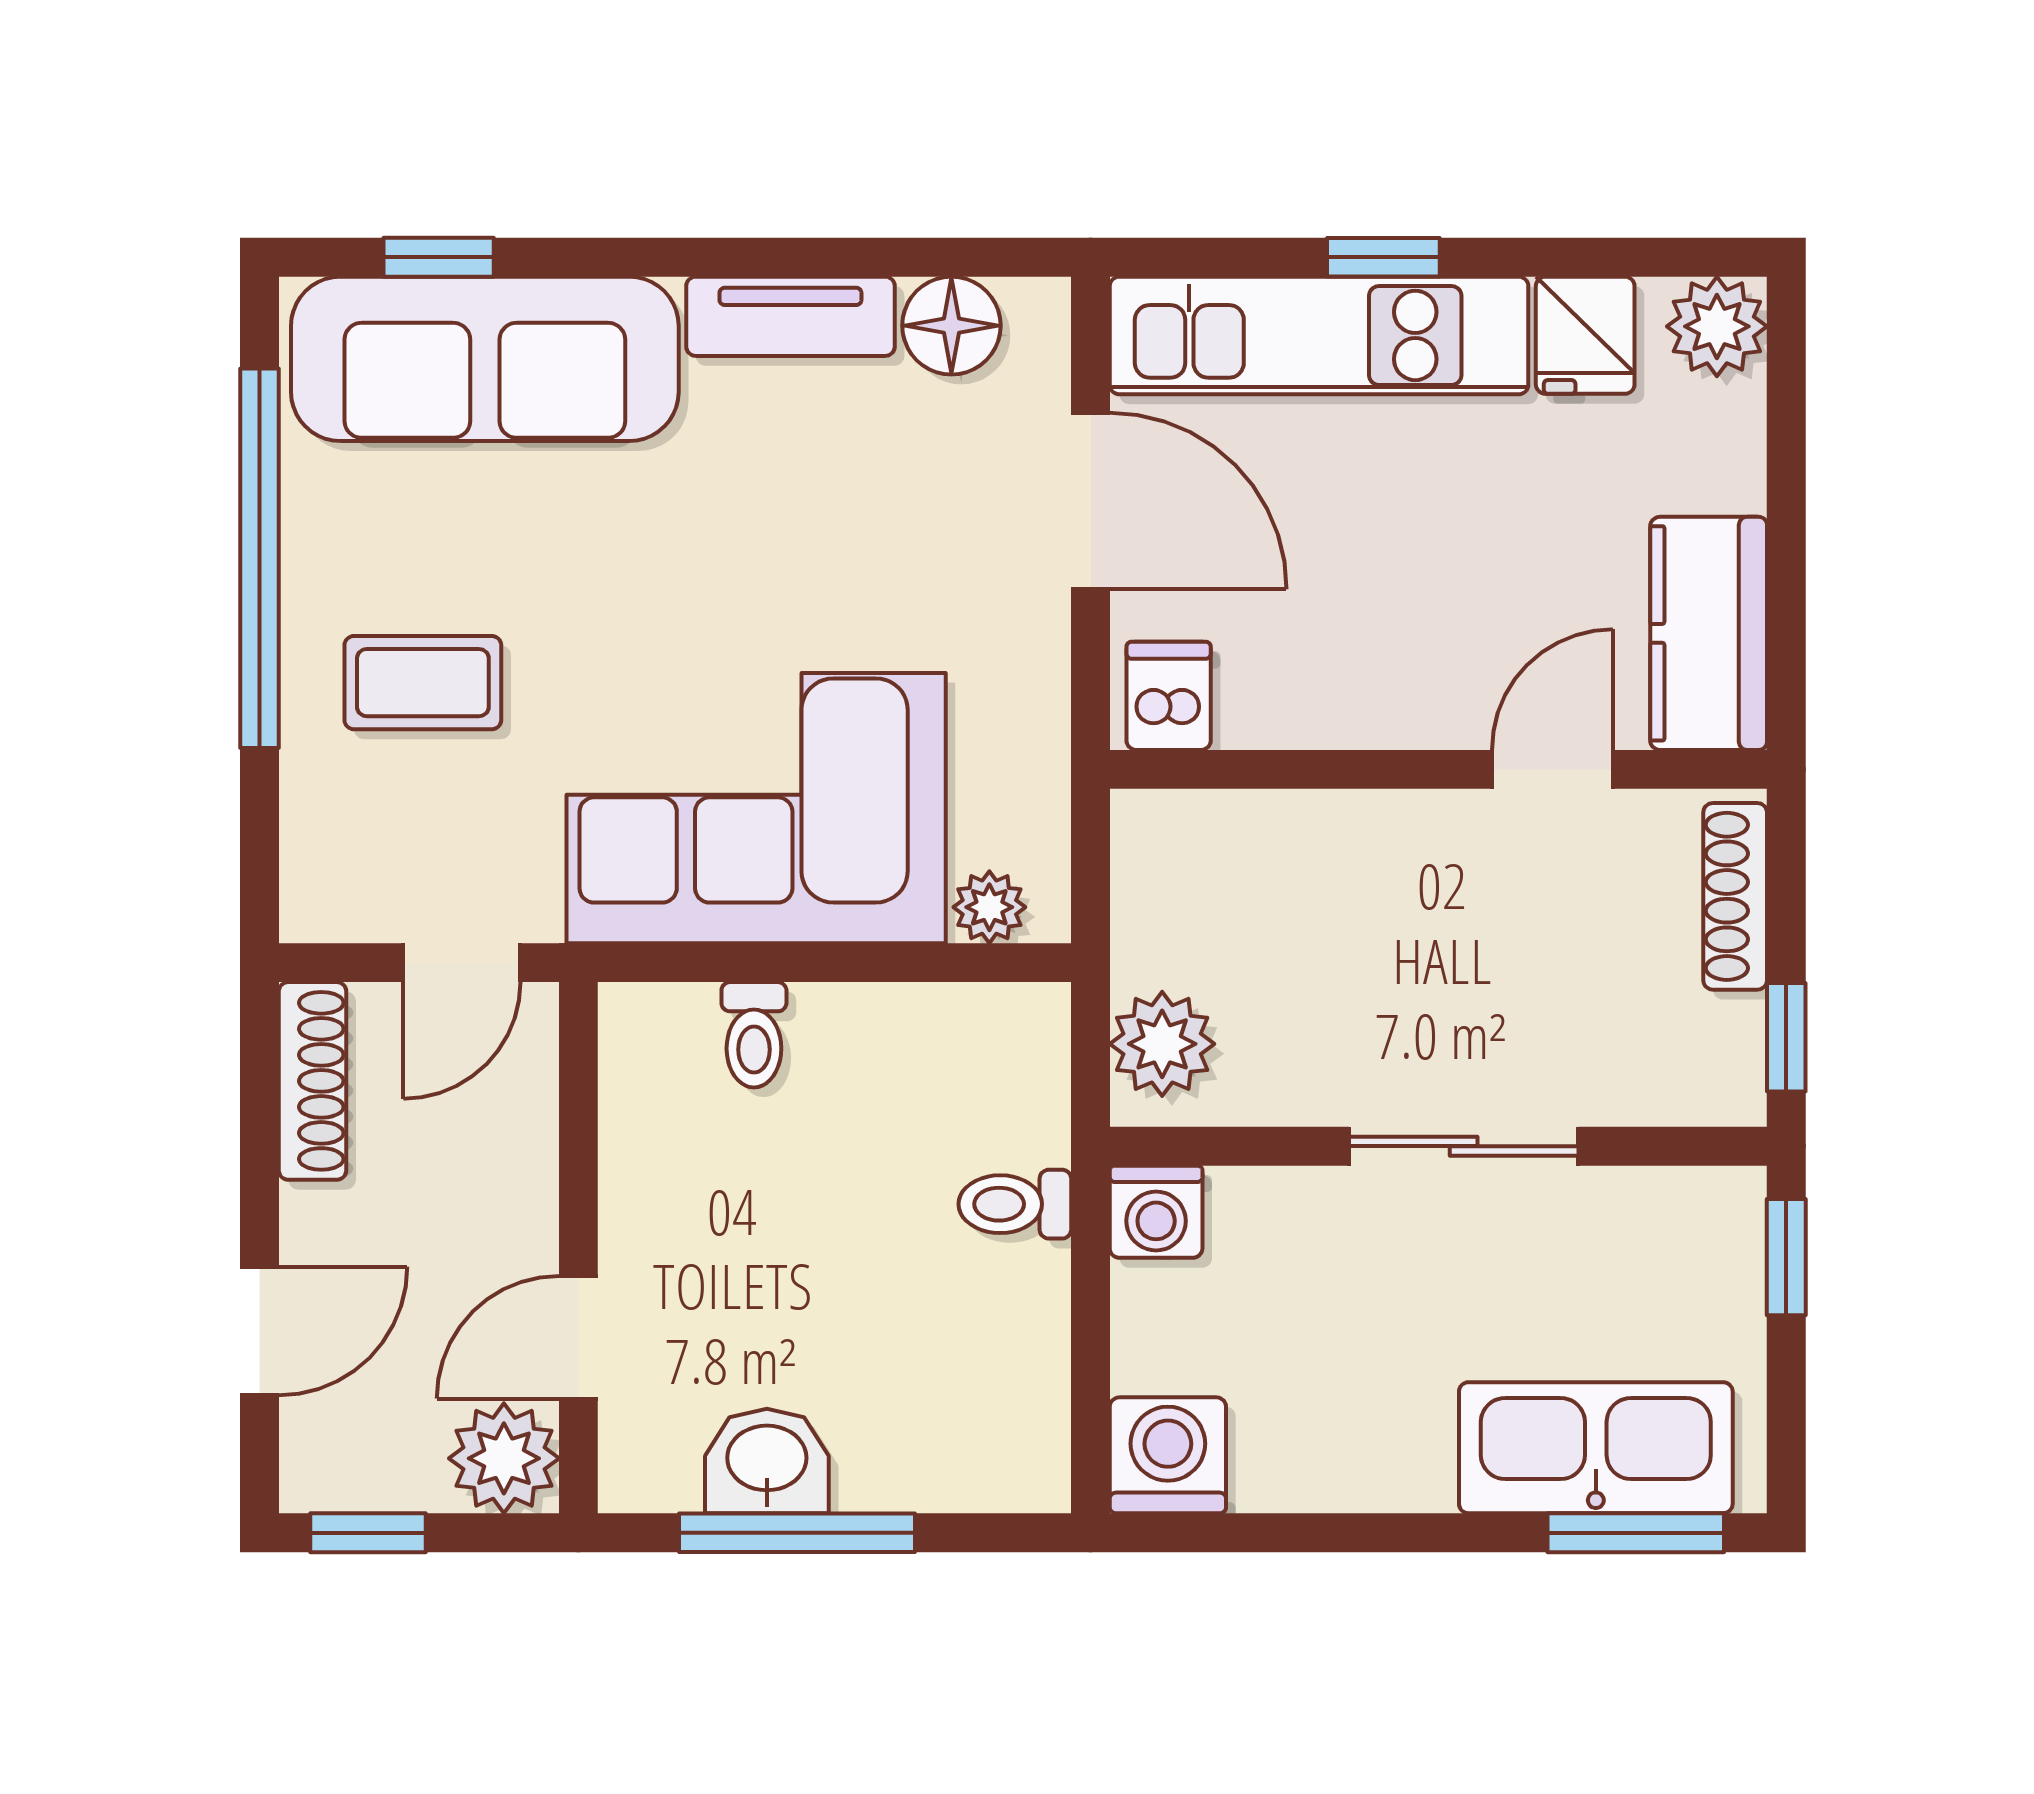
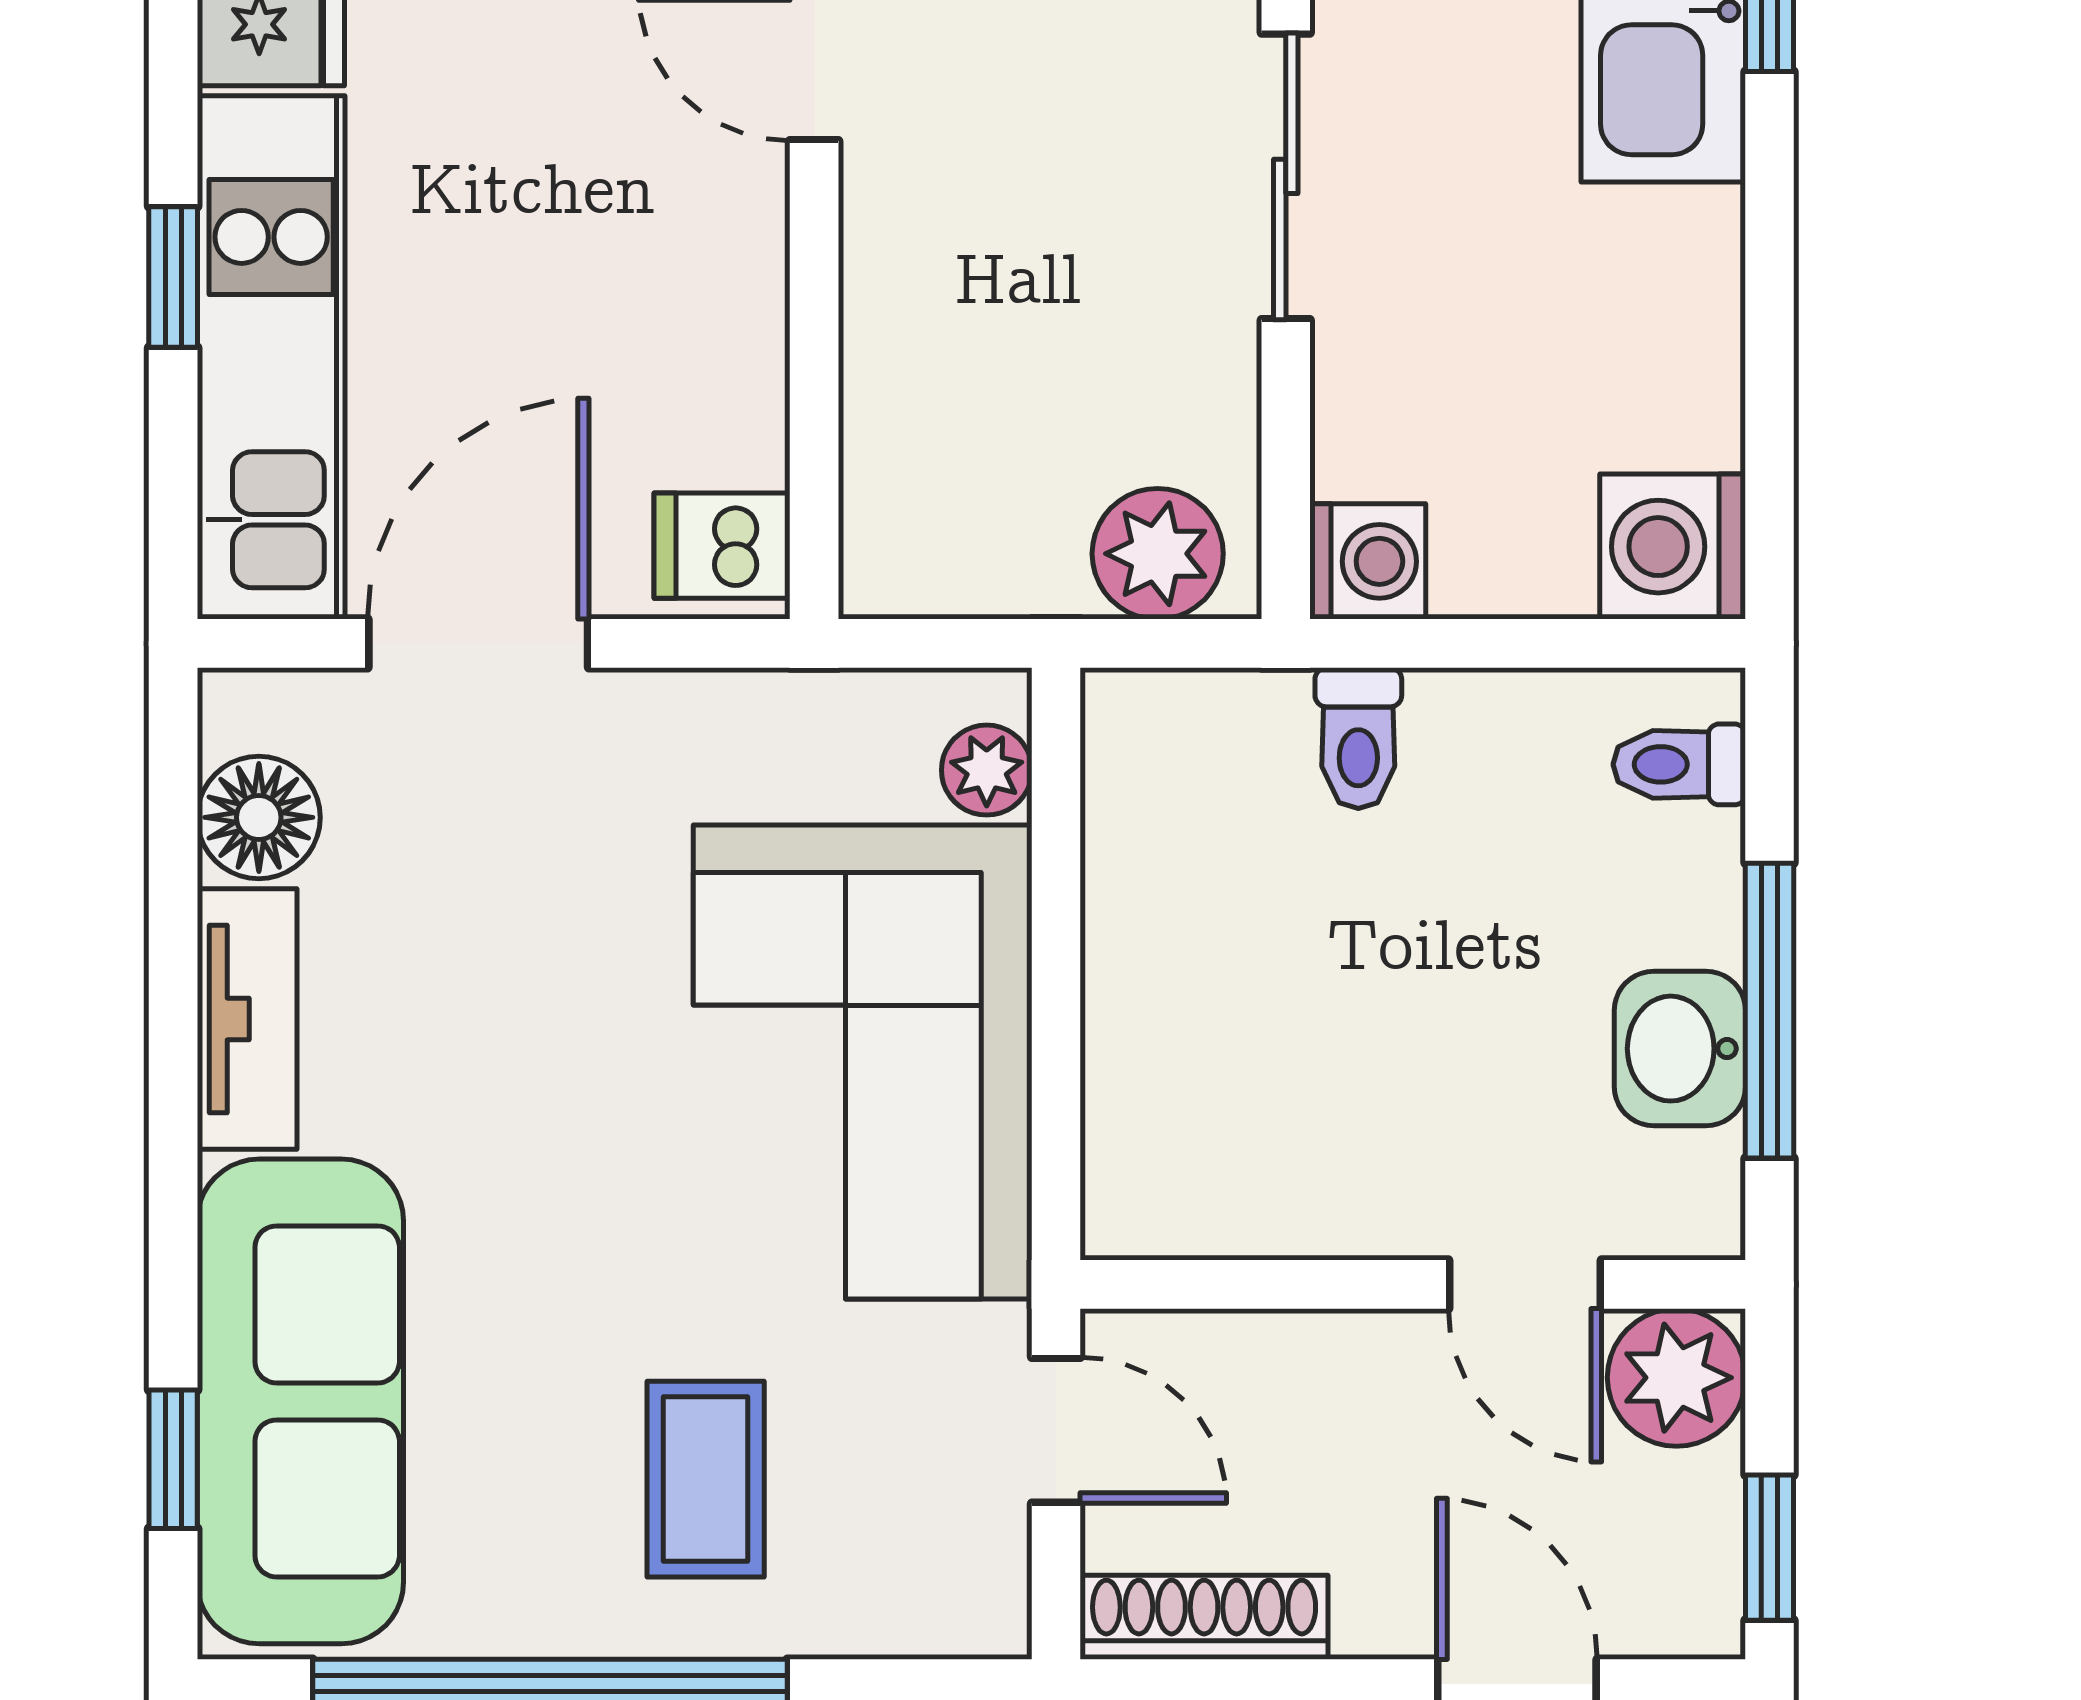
toilet: (754, 1035) -> (1679, 764), moved, turned 180

